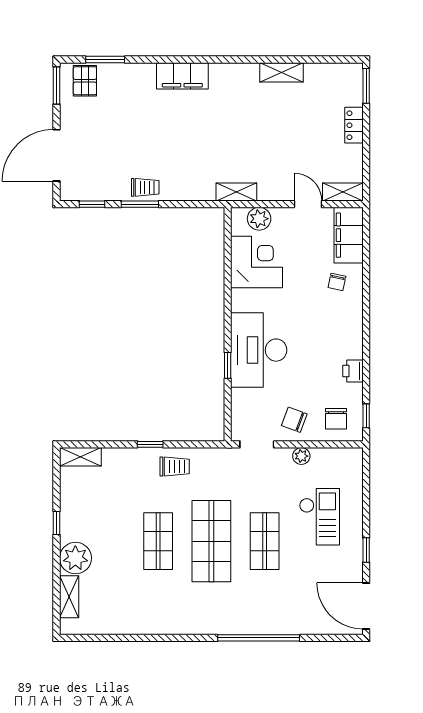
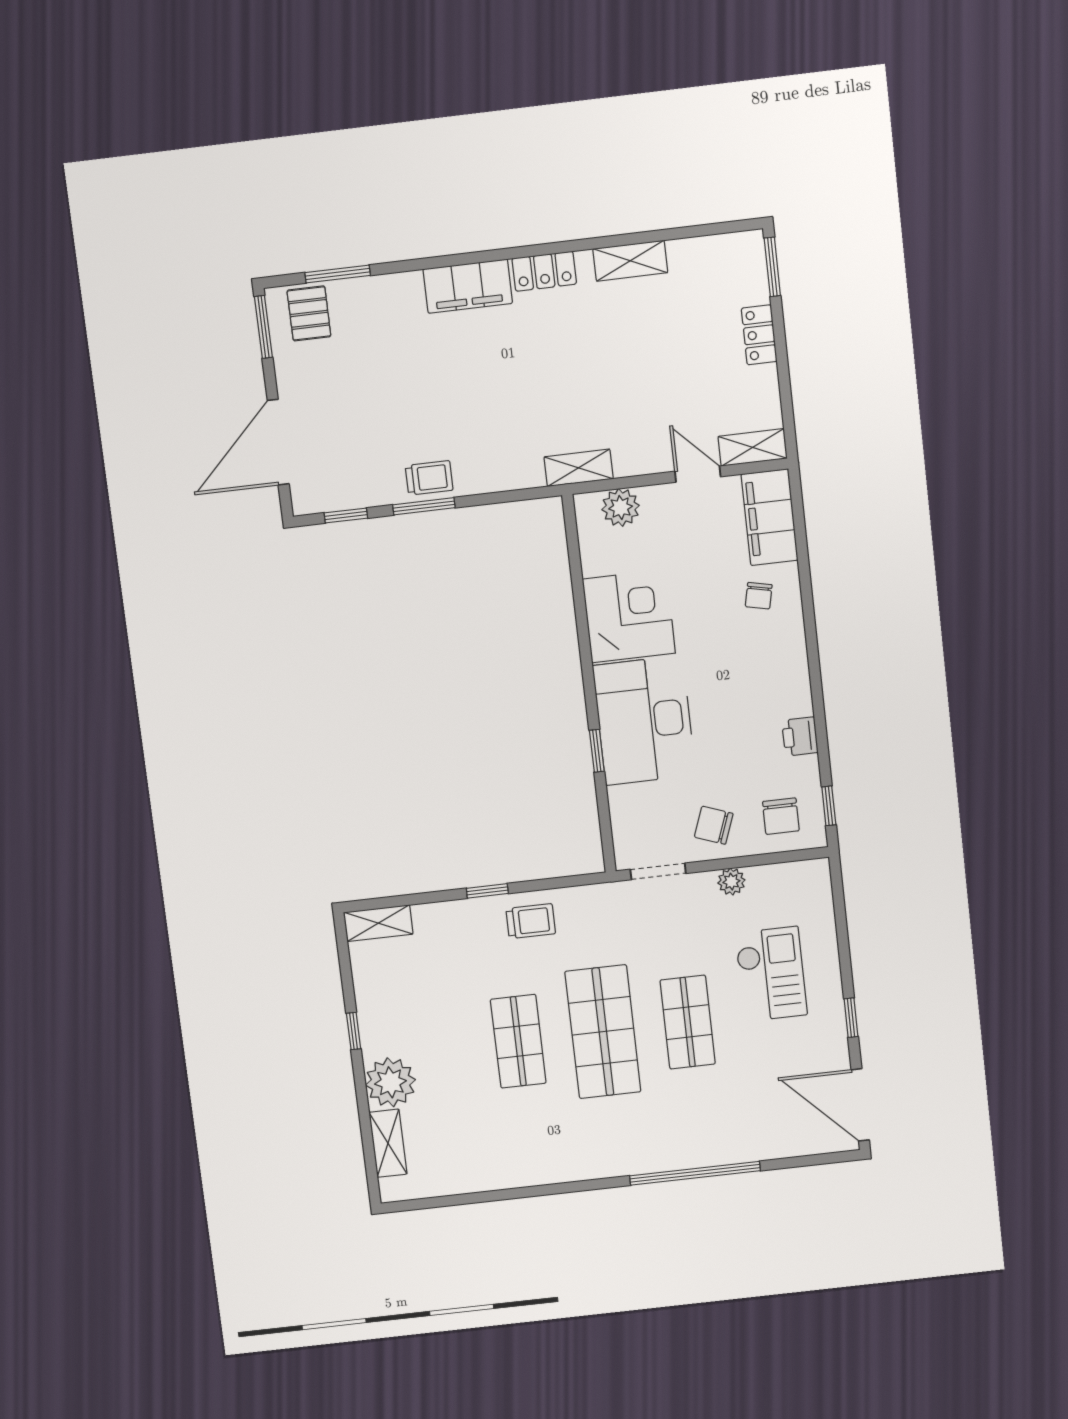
locker: (229, 72) -> (544, 271), added
corner desk: (257, 262) -> (629, 616), moved

